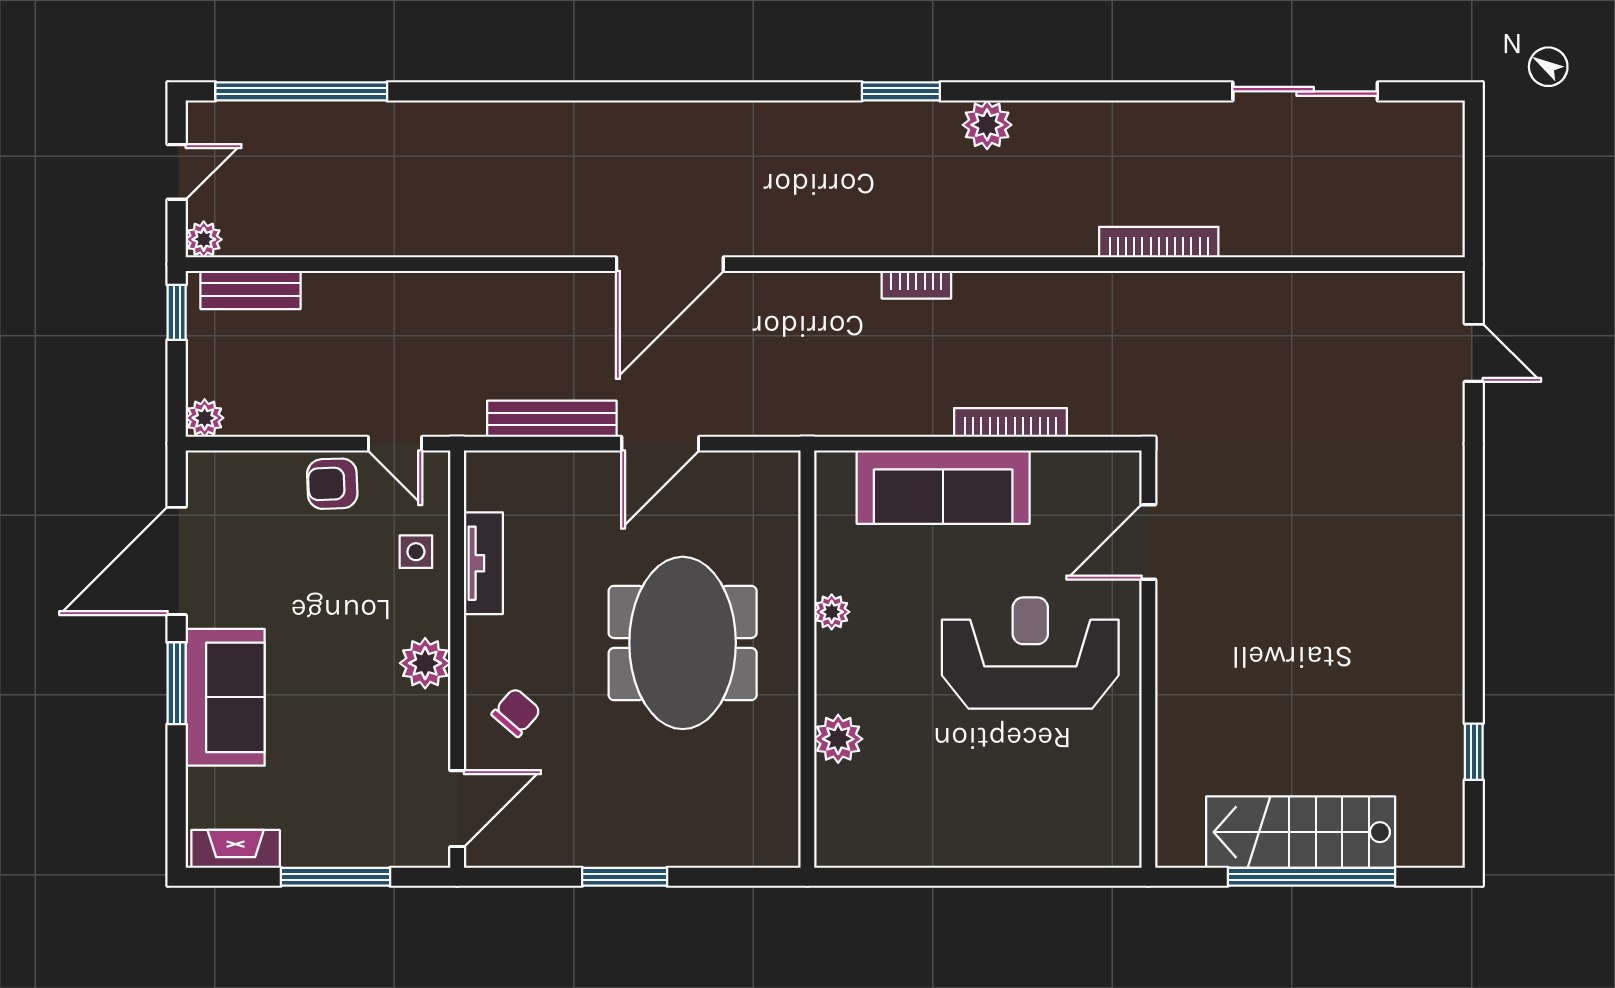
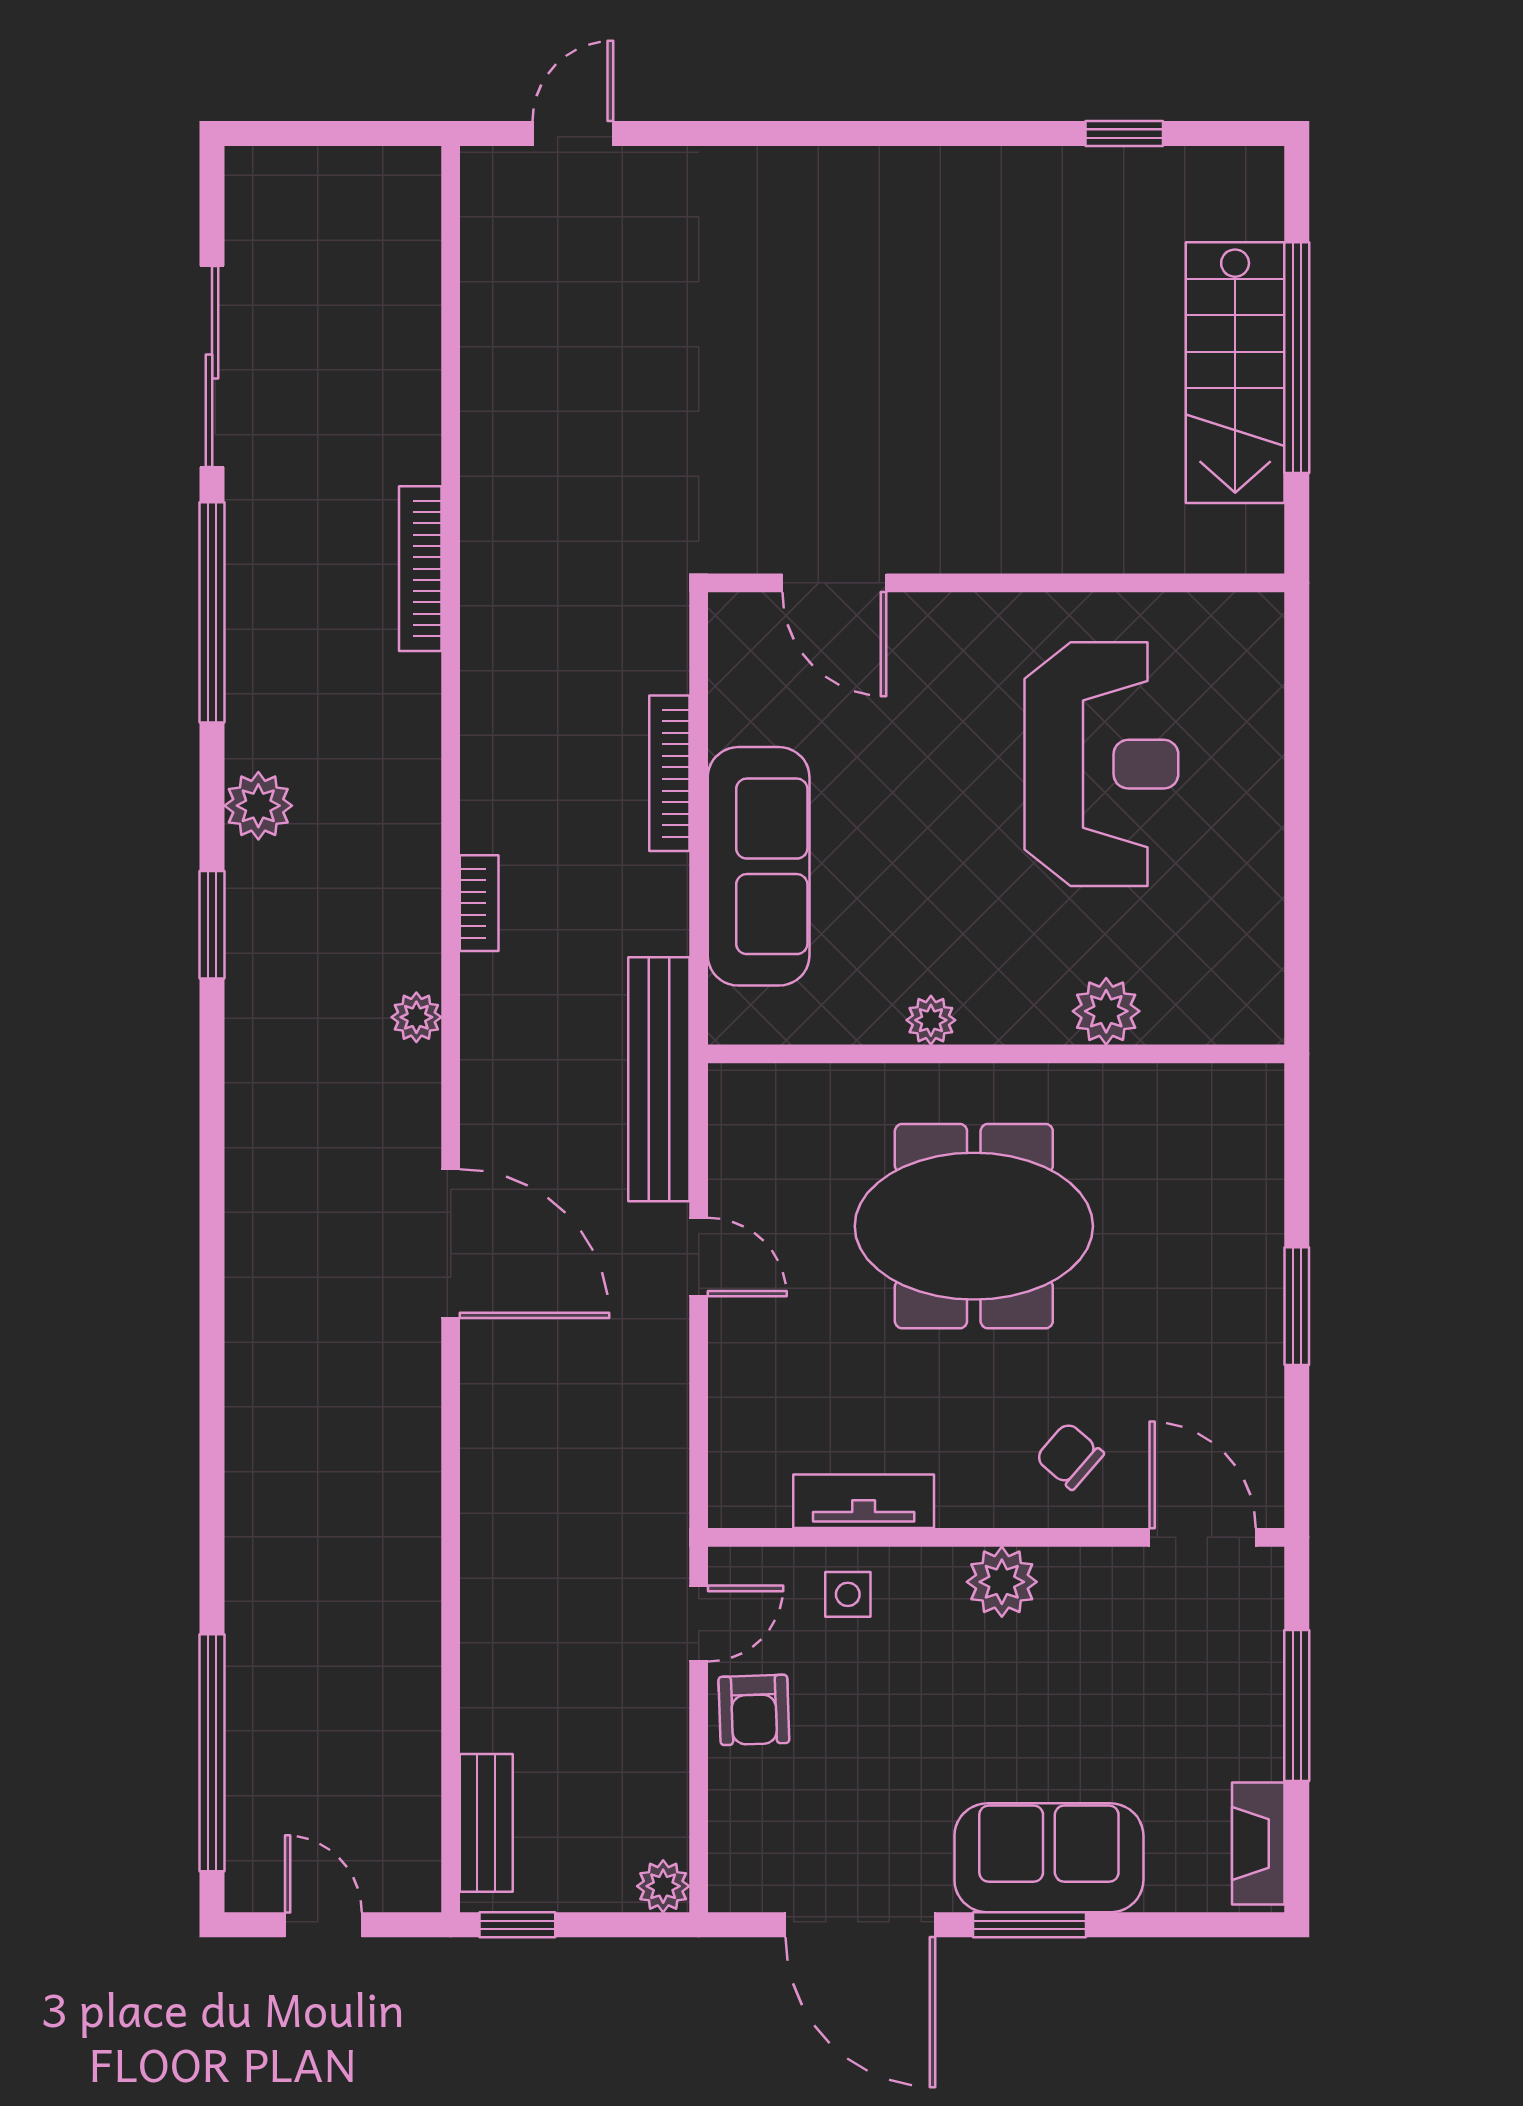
window: (1127, 91) -> (212, 612), added
plant: (204, 239) -> (416, 1017), moved
bench: (552, 419) -> (659, 1079), moved, width x1.37, depth x1.21
door: (660, 444) -> (699, 1257), width x0.73
reception desk: (1030, 653) -> (1101, 764), moved, turned 180

